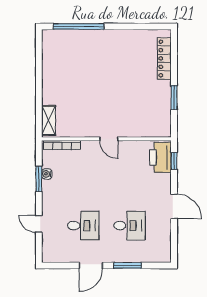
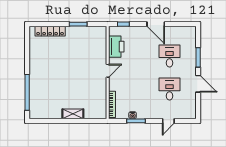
shelving: (49, 121) -> (73, 114), moved
printer: (160, 157) -> (116, 47), moved, turned -90
door: (174, 206) -> (156, 24), swing flipped

